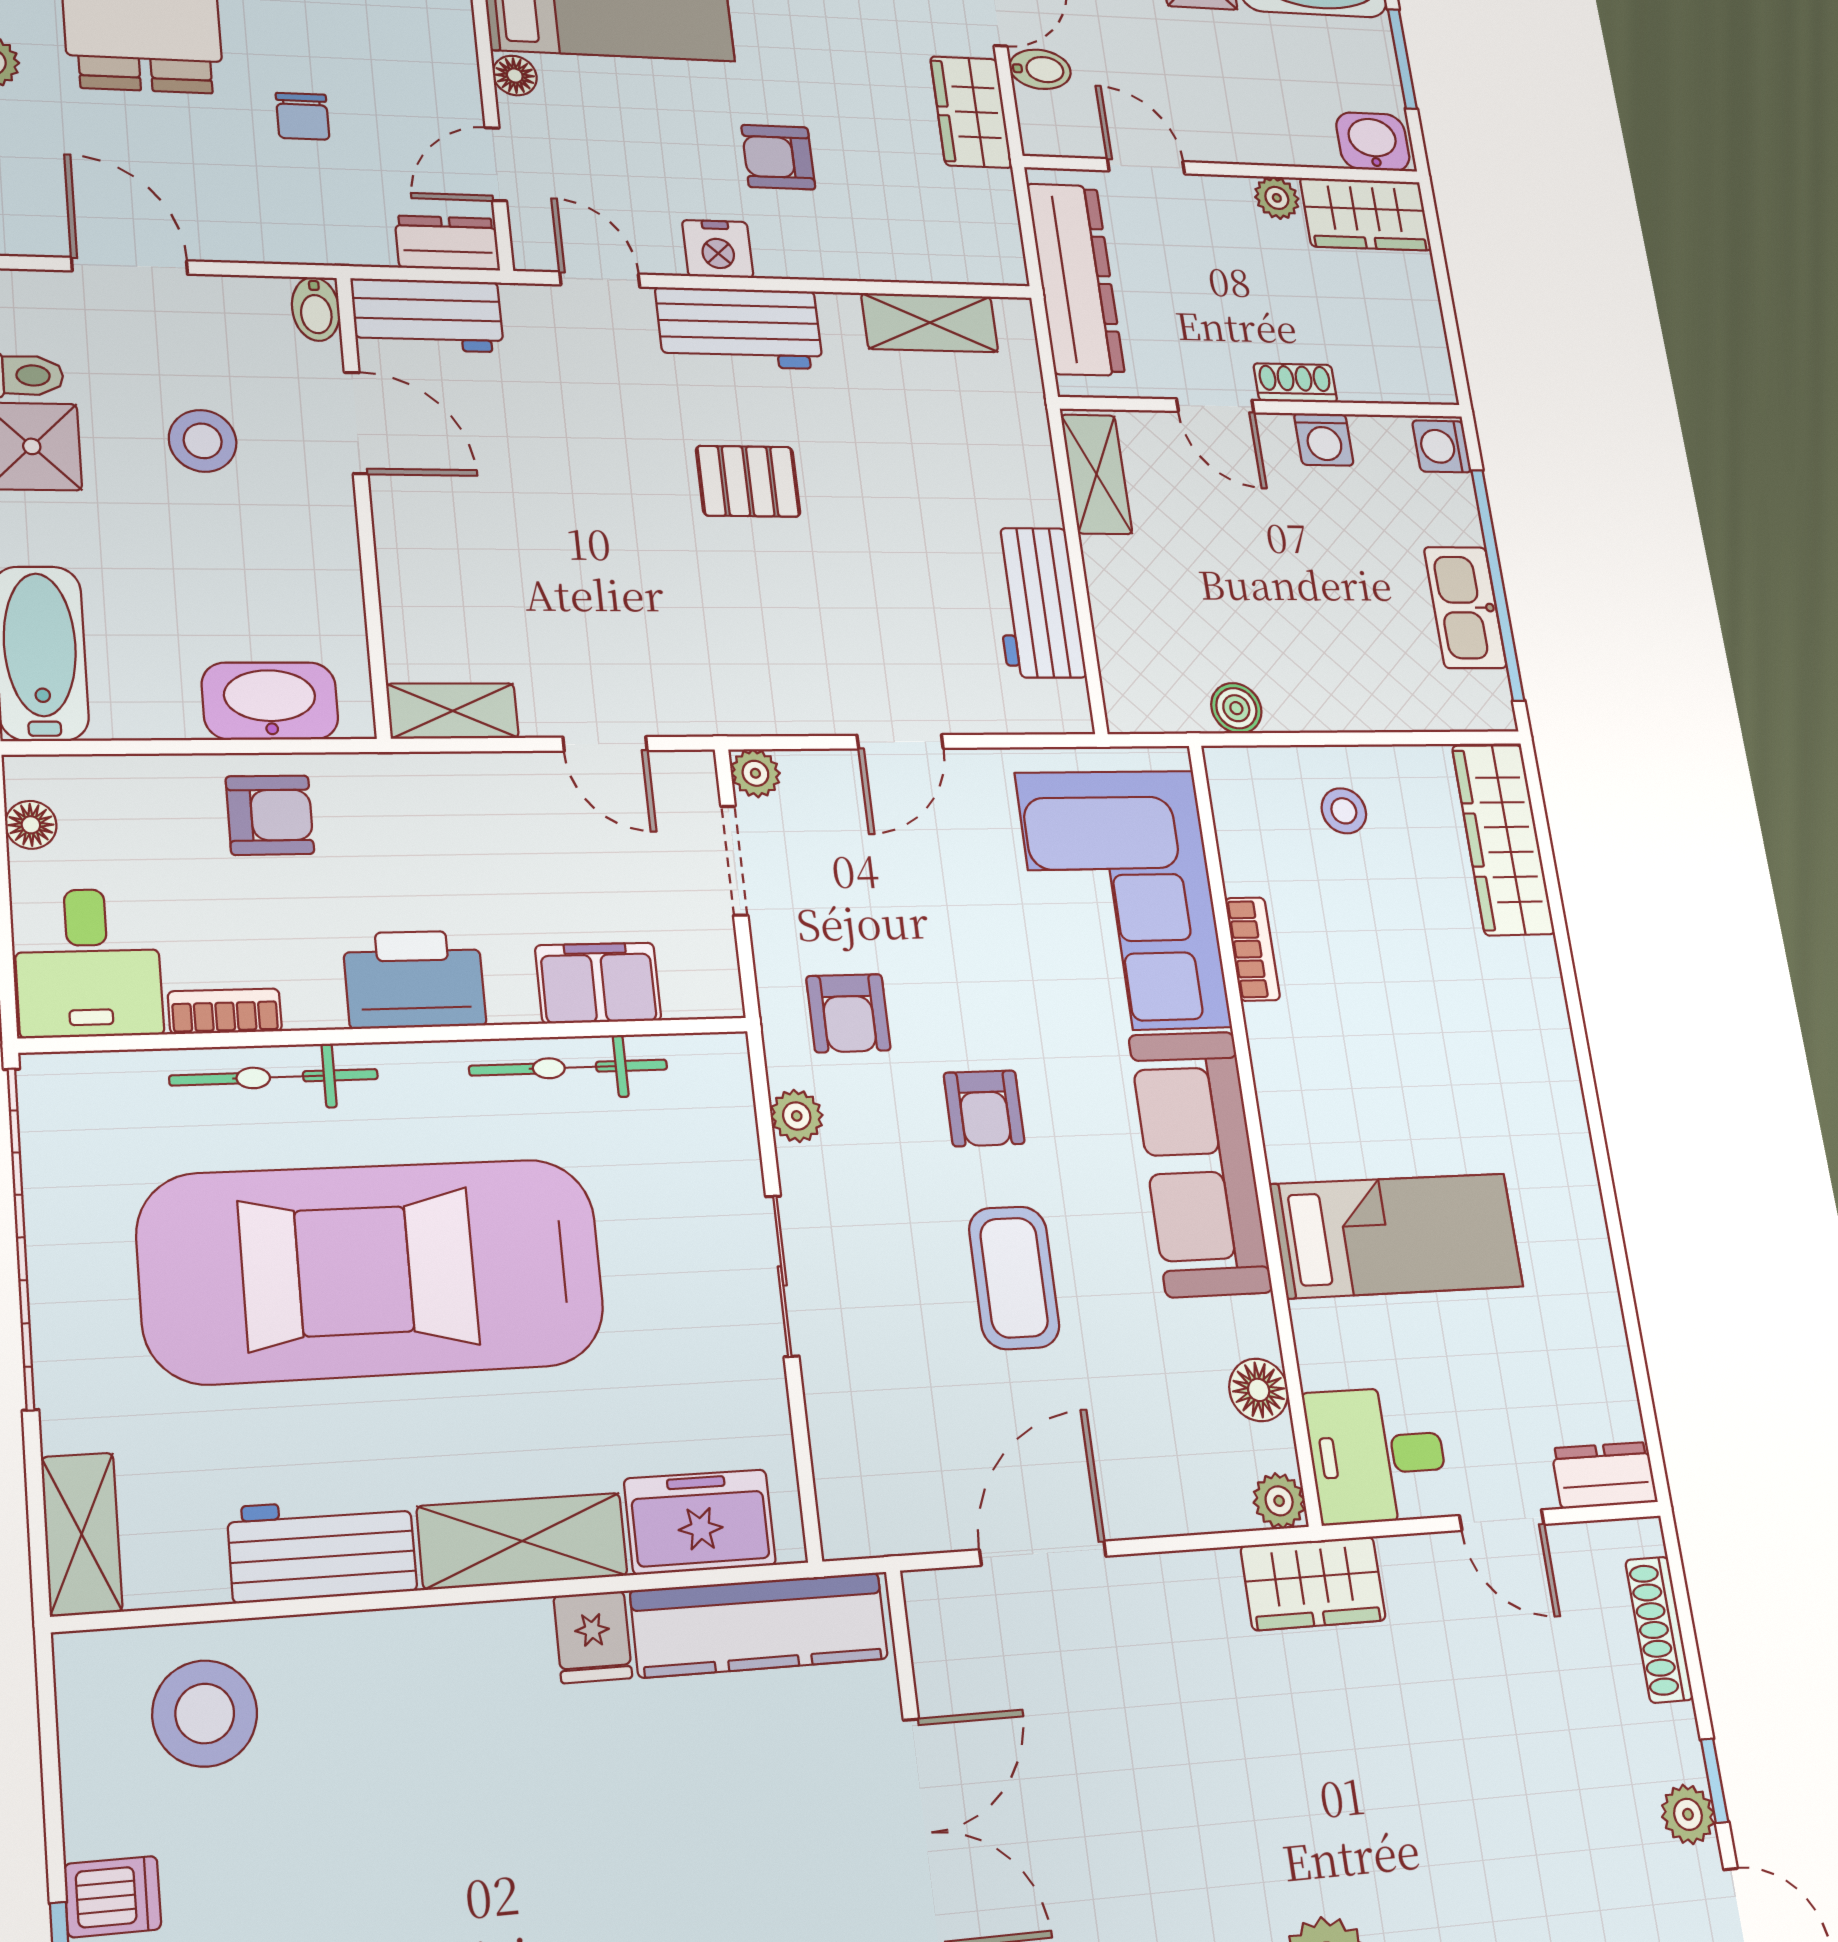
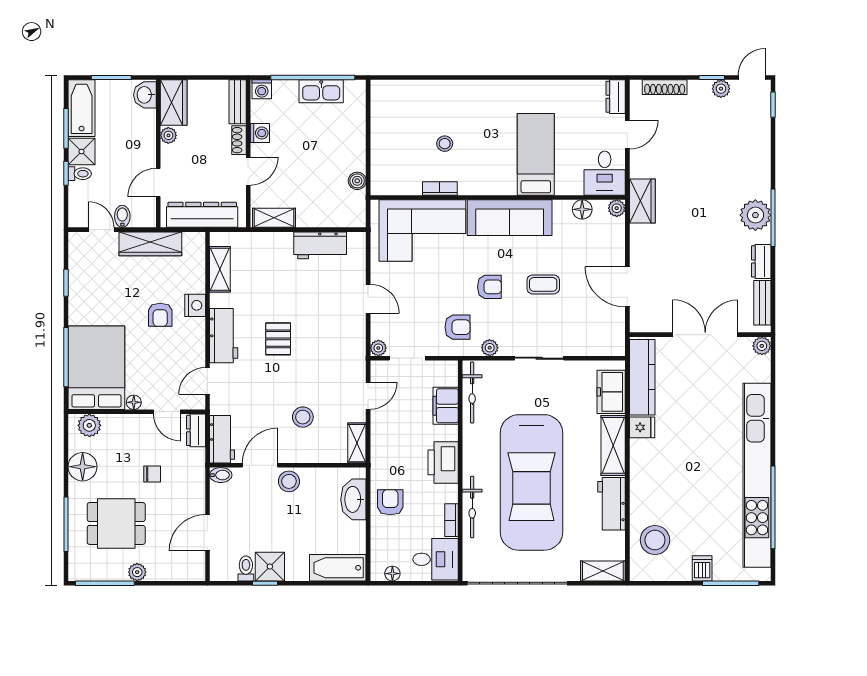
wardrobe: (971, 112) -> (150, 244), width x1.50
nightstand: (718, 249) -> (195, 305), moved
bench: (1397, 381) -> (238, 102), added
stool: (203, 441) -> (289, 481), moved
stool: (519, 550) -> (303, 417), added
stool: (1344, 811) -> (445, 144), moved
wardrobe: (1503, 840) -> (404, 92), removed
bicycle: (569, 1068) -> (472, 392), moved
coffee table: (1014, 1278) -> (543, 284), width x0.73, depth x0.77

